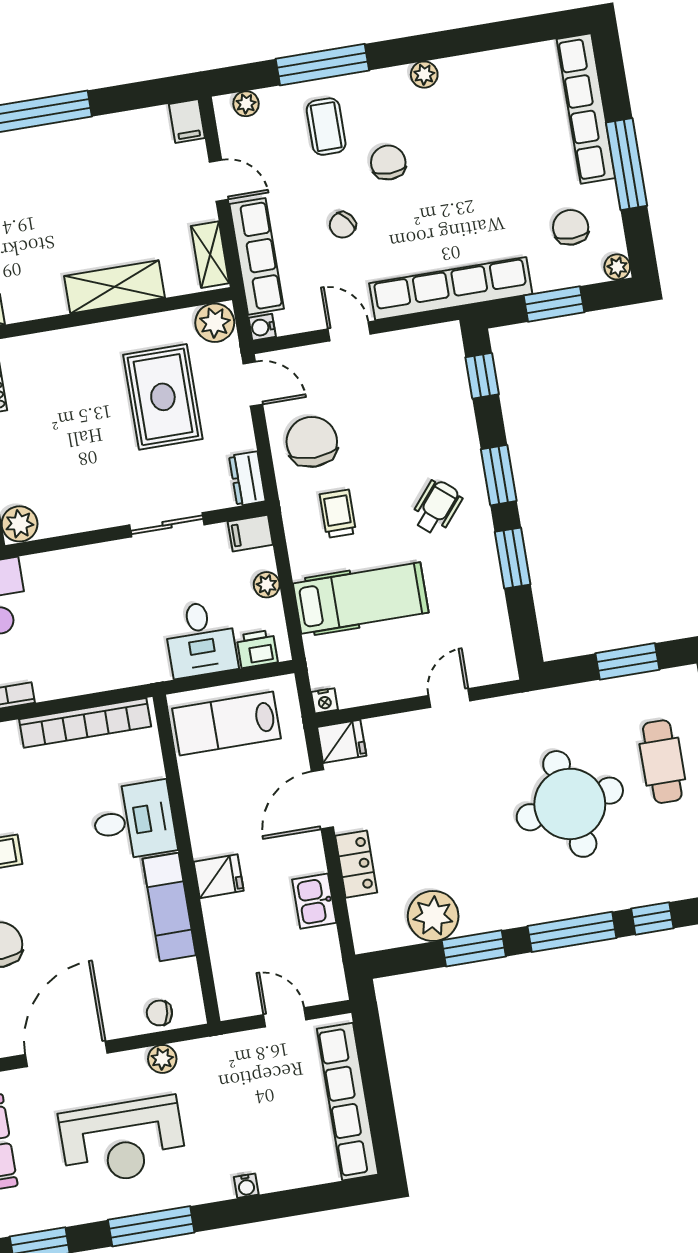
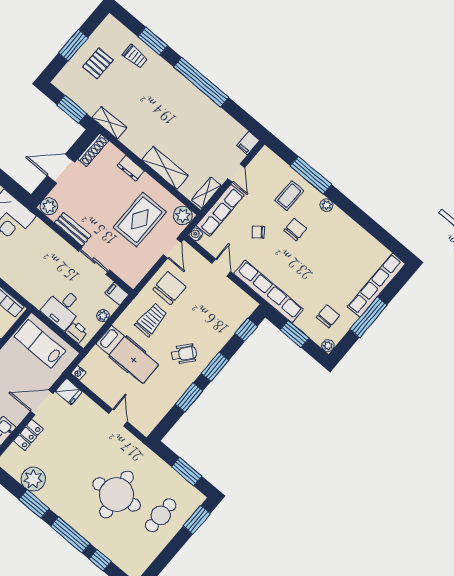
plant: (424, 75) -> (326, 205), moved
plant: (246, 104) -> (273, 159), removed
dresser: (247, 479) -> (131, 168), moved, turned -90
trolley: (338, 514) -> (151, 320), width x1.36, depth x1.39
bench: (88, 516) -> (73, 229), added
door: (449, 698) -> (118, 418), hinge flipped

